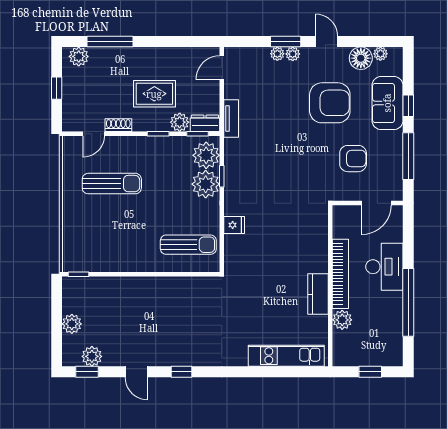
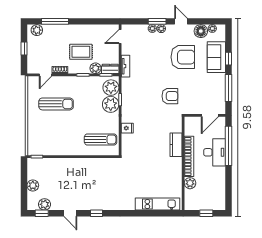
armchair: (353, 159) -> (170, 96), moved
kitchen counter: (318, 294) -> (176, 145), moved
window: (408, 302) -> (228, 146), moved

